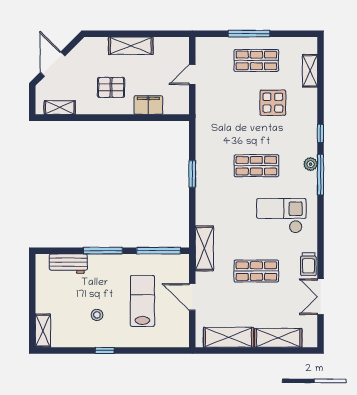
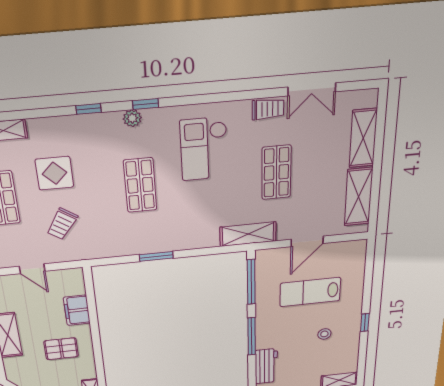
pallet: (111, 87) -> (61, 349), turned 90
trolley: (230, 103) -> (62, 224), added
window: (321, 175) -> (146, 104), width x0.46

